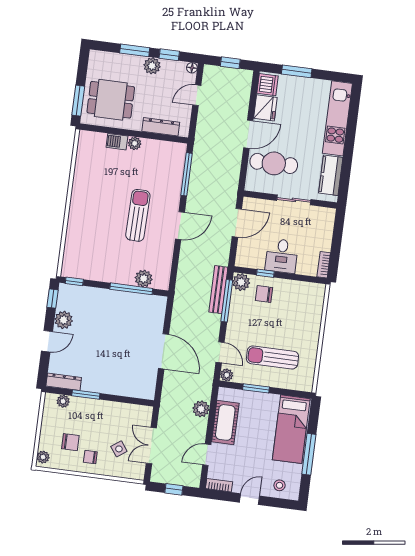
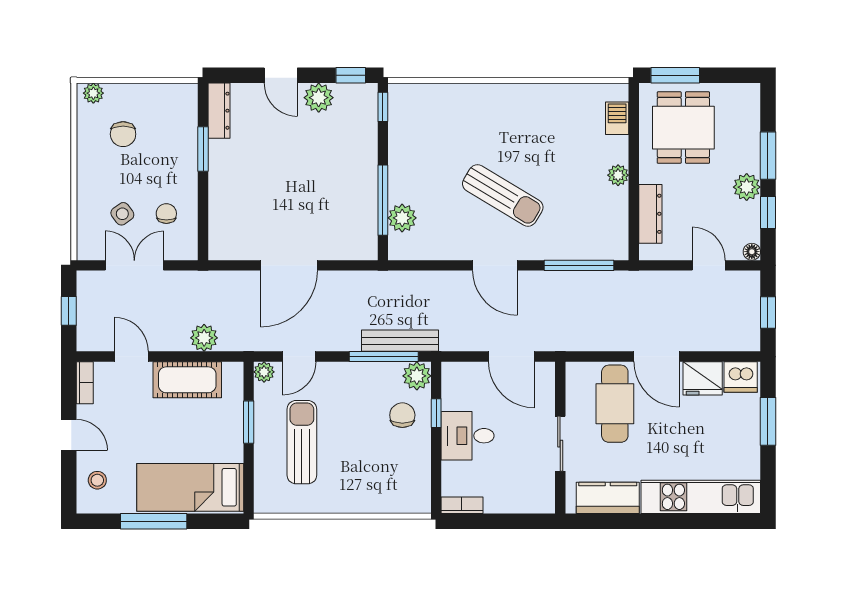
barbecue: (117, 142) -> (617, 118), moved
sun lounger: (138, 215) -> (503, 195), turned 30
plant: (63, 401) -> (188, 114), removed
chair: (90, 457) -> (166, 214), moved

